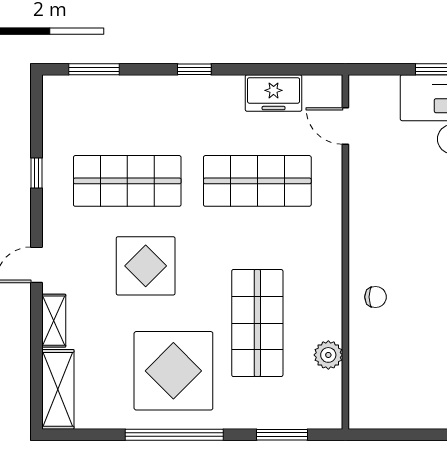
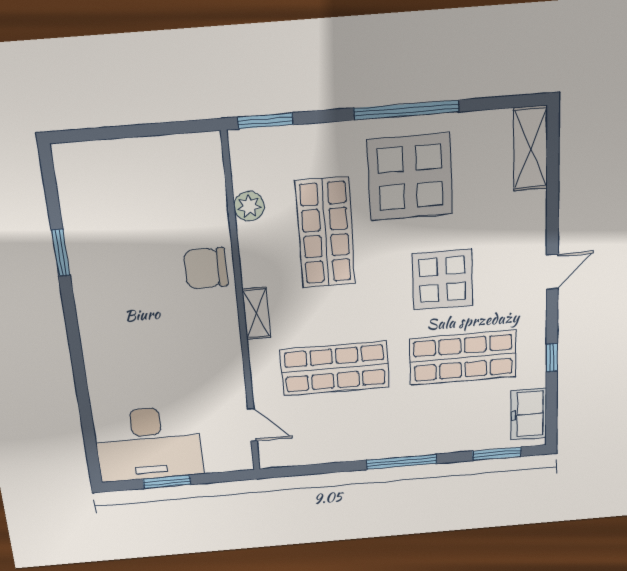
window: (194, 69) -> (402, 462), width x2.17
freezer: (274, 93) -> (529, 414), moved, turned -90
chair: (376, 297) -> (206, 268), width x1.87, depth x1.87
shelving: (54, 321) -> (256, 313), moved
window: (282, 435) -> (265, 121), moved

